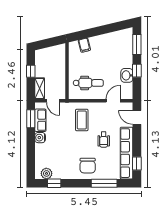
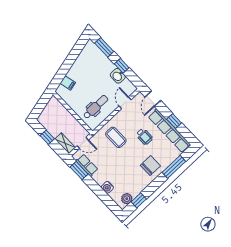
door: (137, 117) -> (153, 99), hinge flipped
water cooler: (40, 138) -> (107, 187), moved
window: (137, 163) -> (174, 121), moved
chair: (88, 166) -> (150, 166), turned -90

